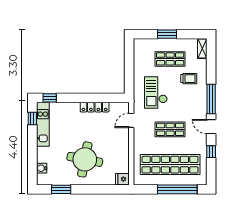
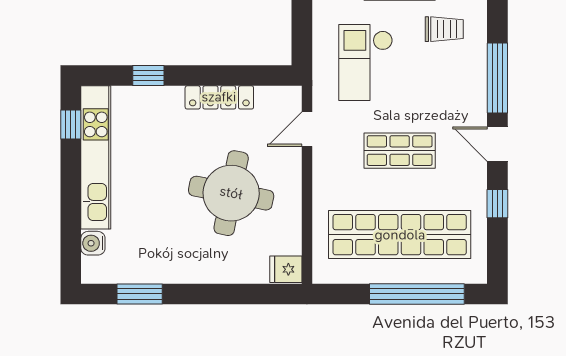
window: (50, 98) -> (148, 76), moved
kitchen unit: (43, 124) -> (96, 157), width x1.36
round table: (85, 159) -> (231, 193), moved

